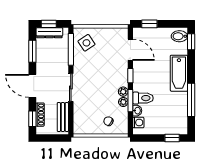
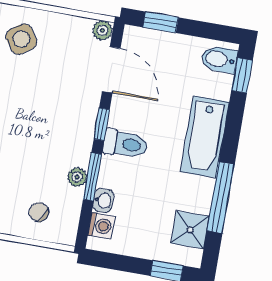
plant: (123, 92) -> (102, 30), moved
toilet: (143, 98) -> (126, 144), moved
shower: (180, 117) -> (190, 230), added

